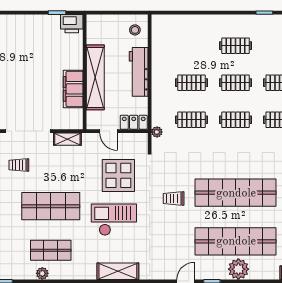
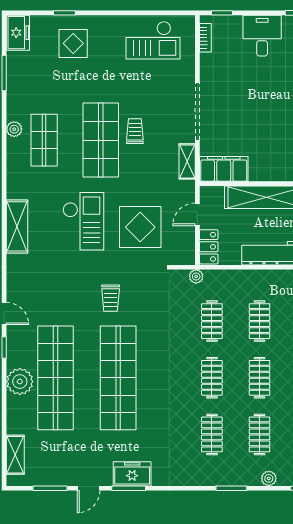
filing cabinet: (73, 89) -> (224, 169), moved
trolley: (19, 165) -> (135, 131), moved
trolley: (174, 199) -> (111, 298), turned 180

